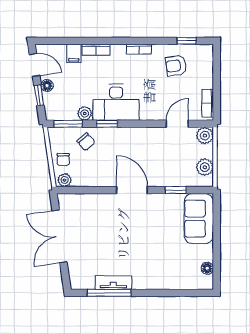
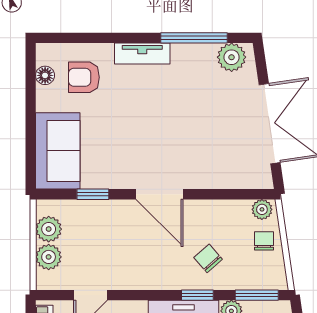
plant: (205, 136) -> (49, 257), moved
chair: (86, 142) -> (208, 258), moved
armchair: (182, 267) -> (84, 77), added
plant: (85, 280) -> (232, 57), added
tv unit: (113, 283) -> (142, 53), moved

